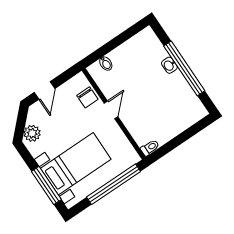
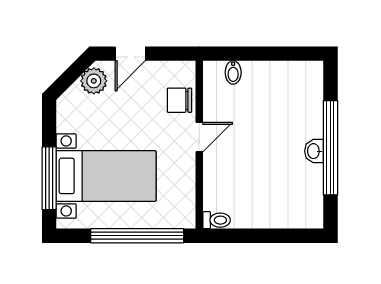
washbasin: (169, 65) -> (314, 151), moved
chair: (87, 97) -> (180, 100), turned 90
plant: (32, 133) -> (94, 81), moved

